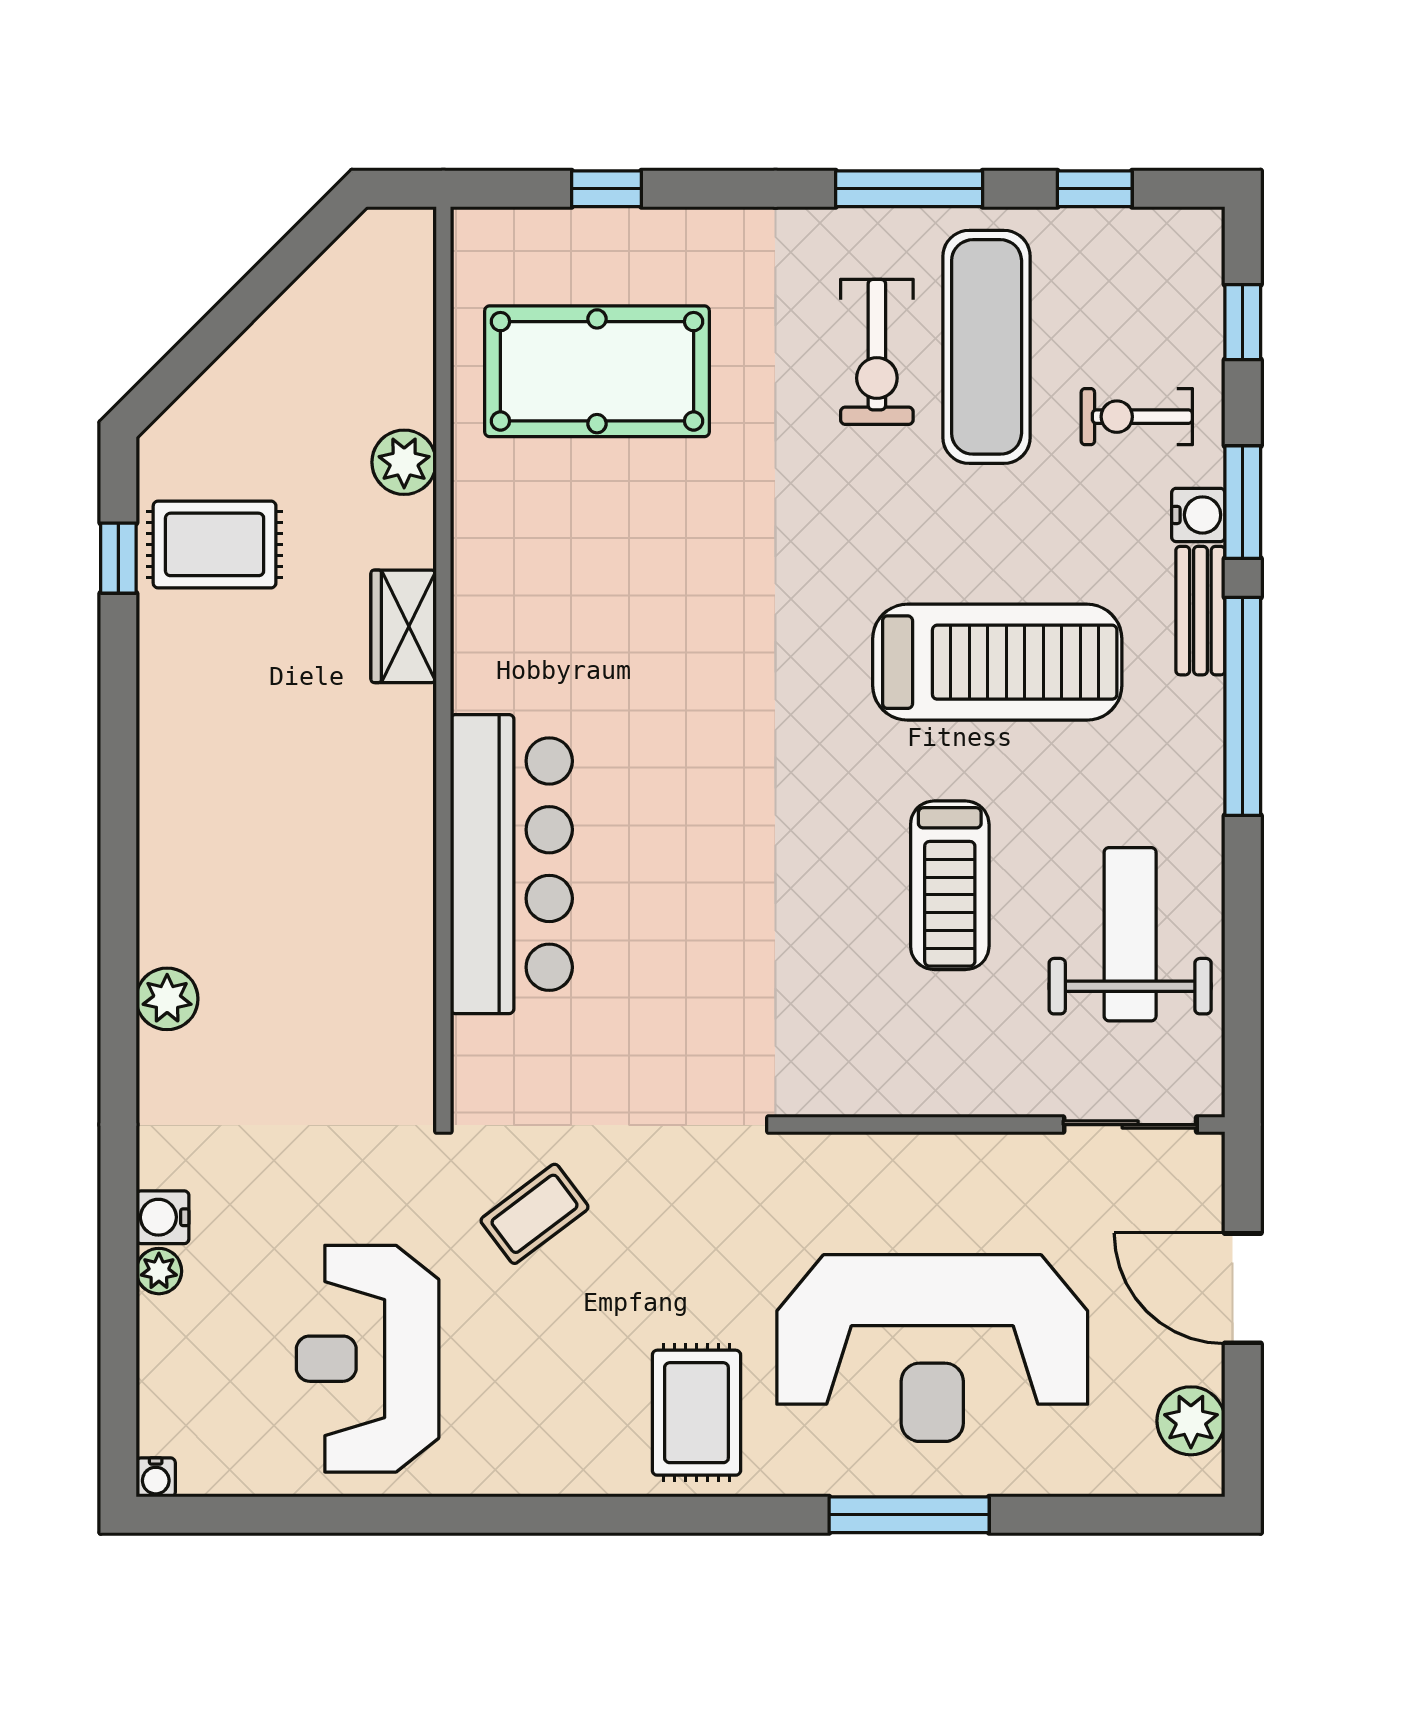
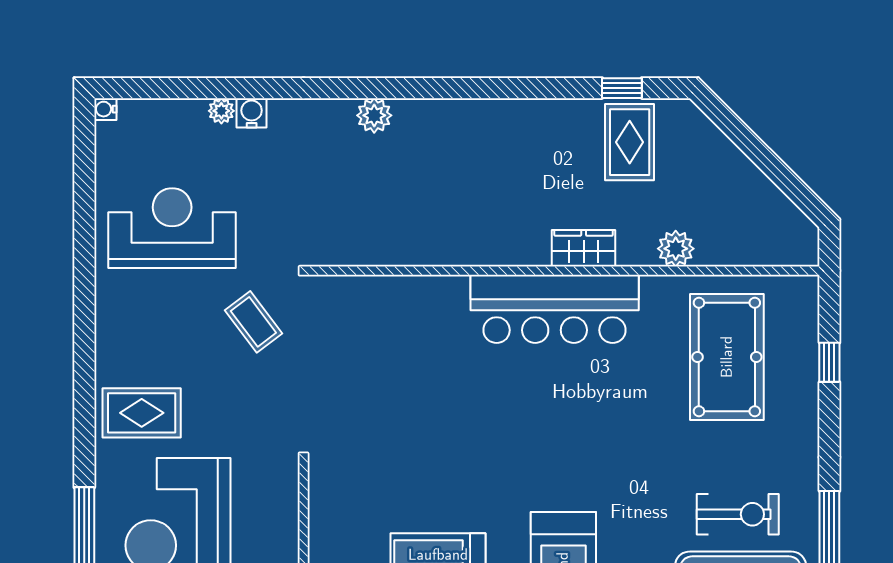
exercise bike: (877, 352) -> (738, 514), turned 180
bar counter: (511, 864) -> (555, 309), moved

